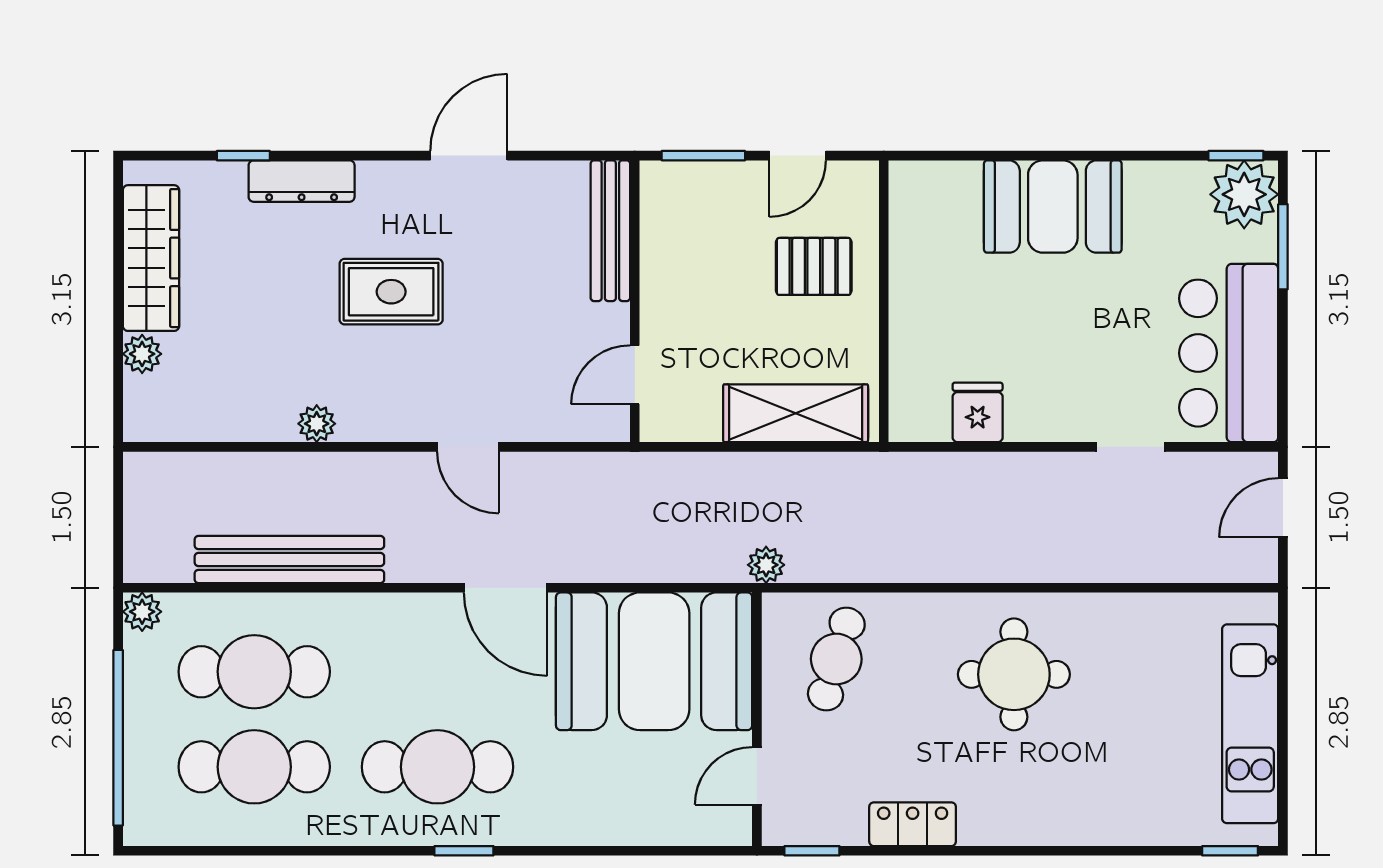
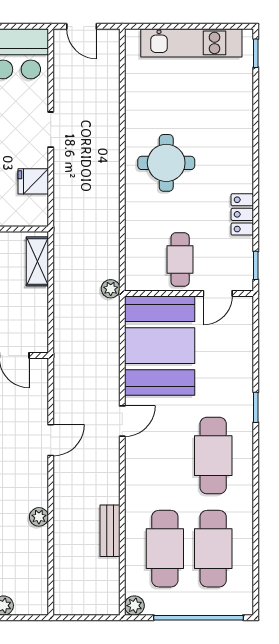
shelving: (796, 413) -> (37, 261), width x0.67, depth x0.75
doorway: (1131, 447) -> (51, 130), moved
bench: (289, 559) -> (110, 531), width x0.54, depth x0.82
door: (505, 588) -> (122, 421), width x0.73
cafe table: (836, 659) -> (180, 260), moved, turned 73
door: (757, 776) -> (218, 293), hinge flipped
window: (464, 851) -> (256, 407), moved

